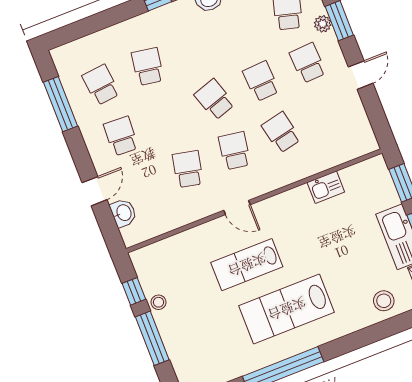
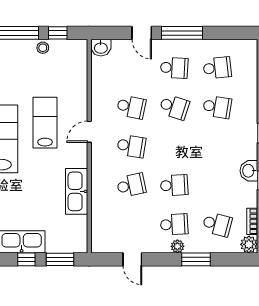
plant: (323, 24) -> (177, 246), moved
door: (361, 75) -> (132, 259), moved
school desk: (214, 100) -> (174, 107), moved, turned 36
window: (60, 104) -> (182, 33), moved
kitchen sink: (326, 187) -> (77, 191), width x1.87, depth x1.24
washbasin: (123, 213) -> (101, 48), moved

